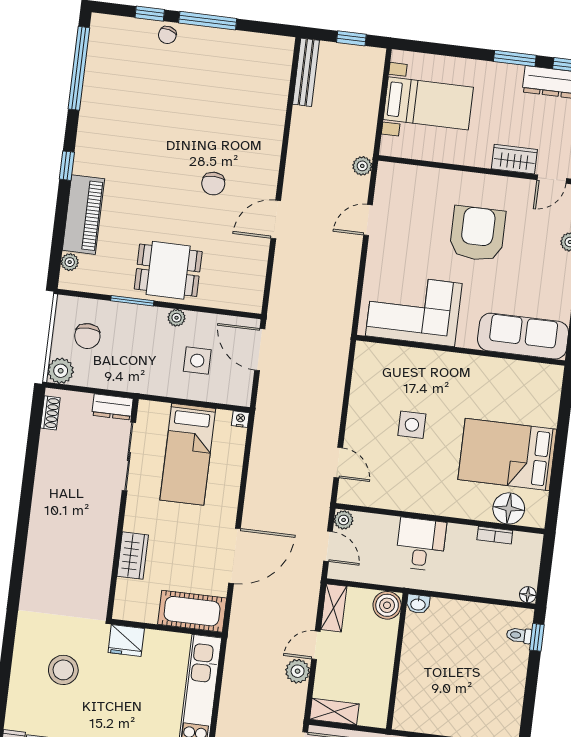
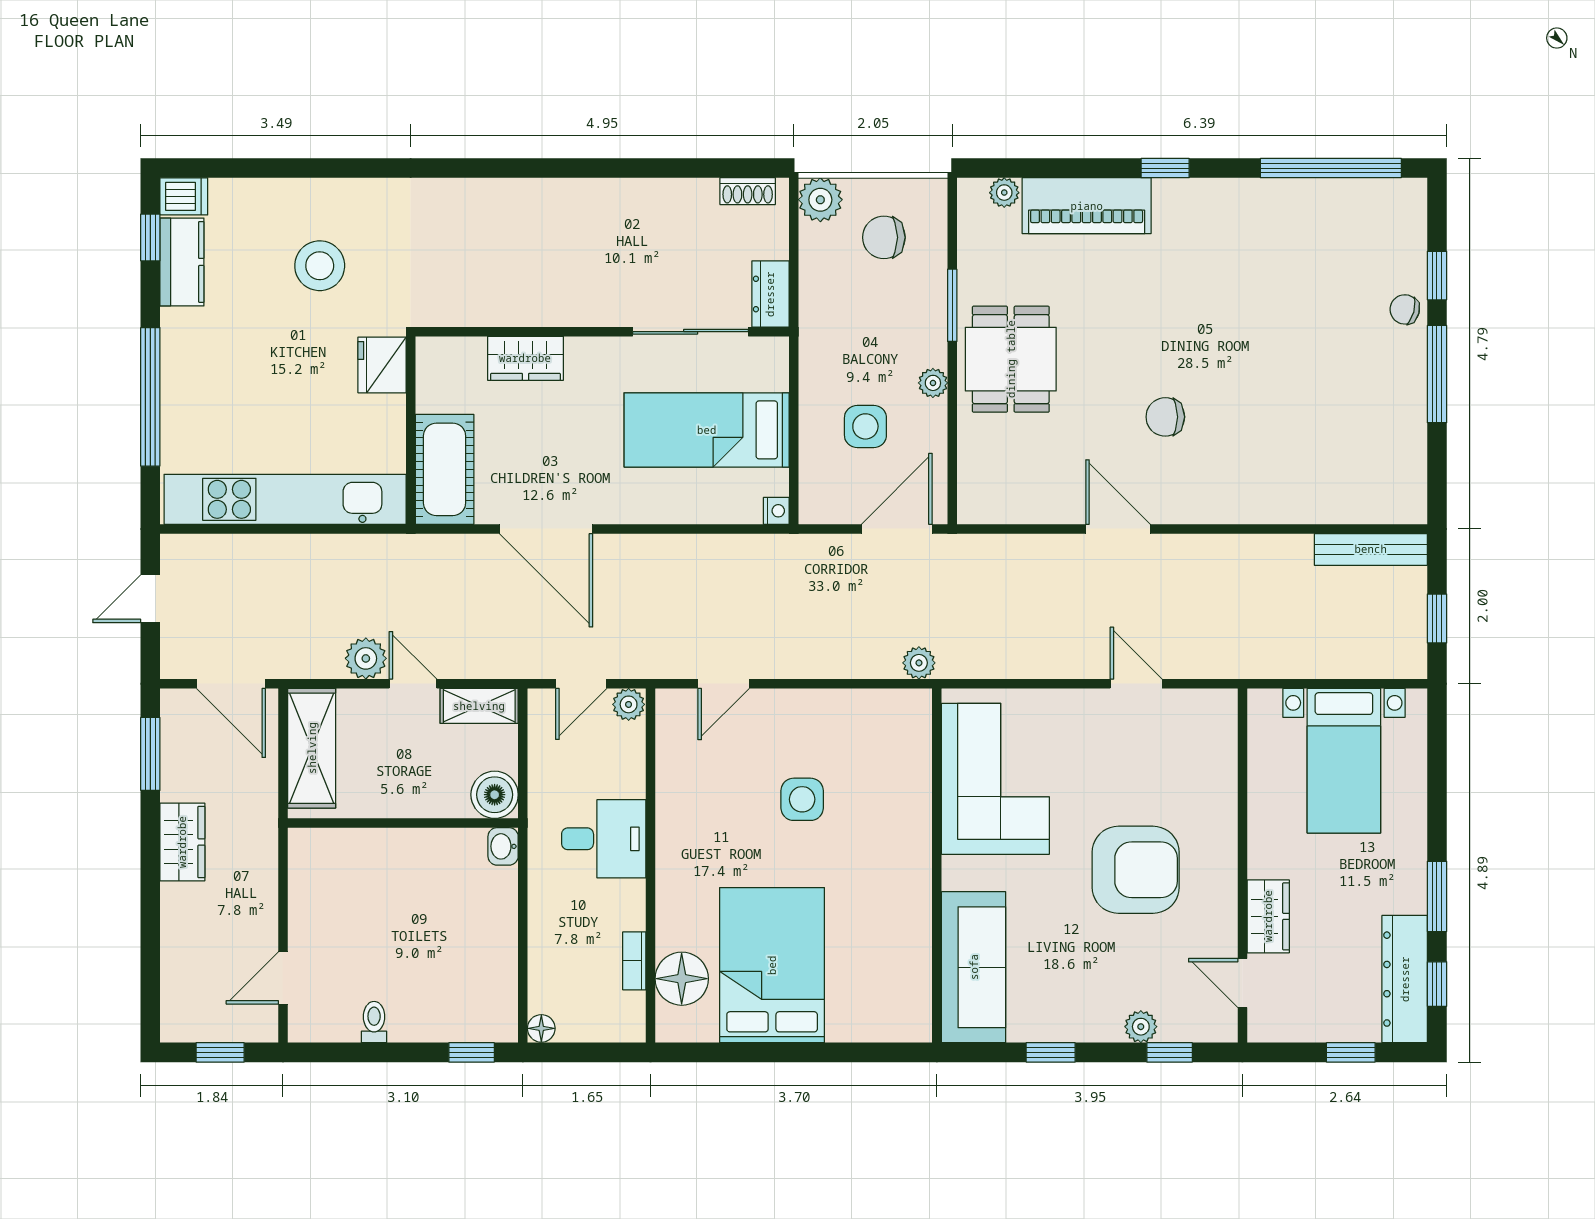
plant: (362, 166) -> (919, 663), moved
toilet: (519, 635) -> (374, 1022), moved
shelving: (334, 712) -> (312, 748), width x1.50, depth x1.33

